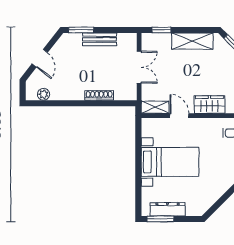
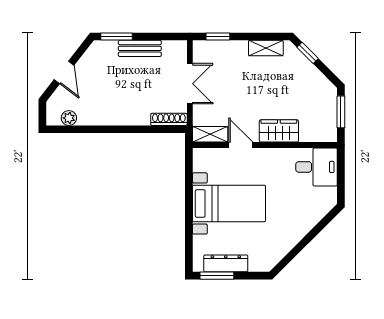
shelving: (192, 41) -> (266, 48), width x0.67, depth x0.75
shoe rack: (99, 95) -> (169, 119), moved

